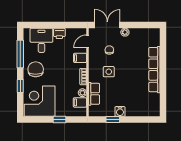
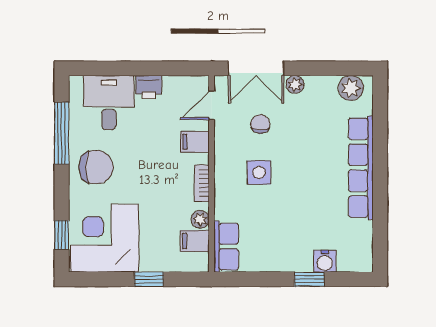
double door: (107, 25) -> (256, 68), swing flipped
plant: (150, 34) -> (351, 88), added
chair: (36, 69) -> (96, 167), turned 90
window: (20, 86) -> (62, 235), moved
row of seats: (94, 94) -> (226, 247), moved
water cooler: (120, 111) -> (325, 261), moved
window: (113, 120) -> (309, 279), moved

